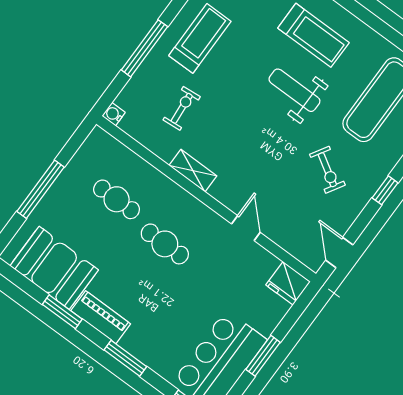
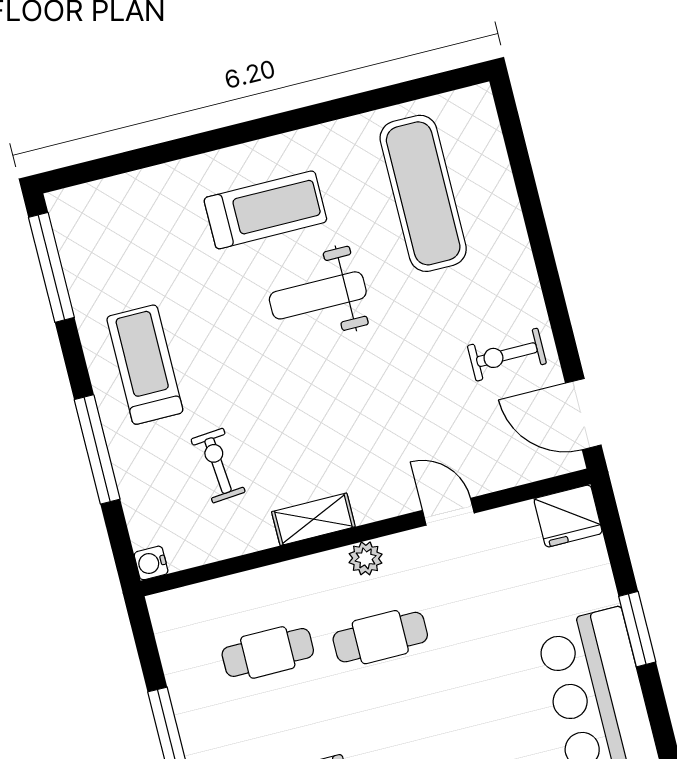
exercise bike: (327, 170) -> (507, 355), moved, turned 149
window: (385, 190) -> (551, 285), removed
plant: (195, 208) -> (366, 558), added
door: (339, 252) -> (583, 414), width x1.38

